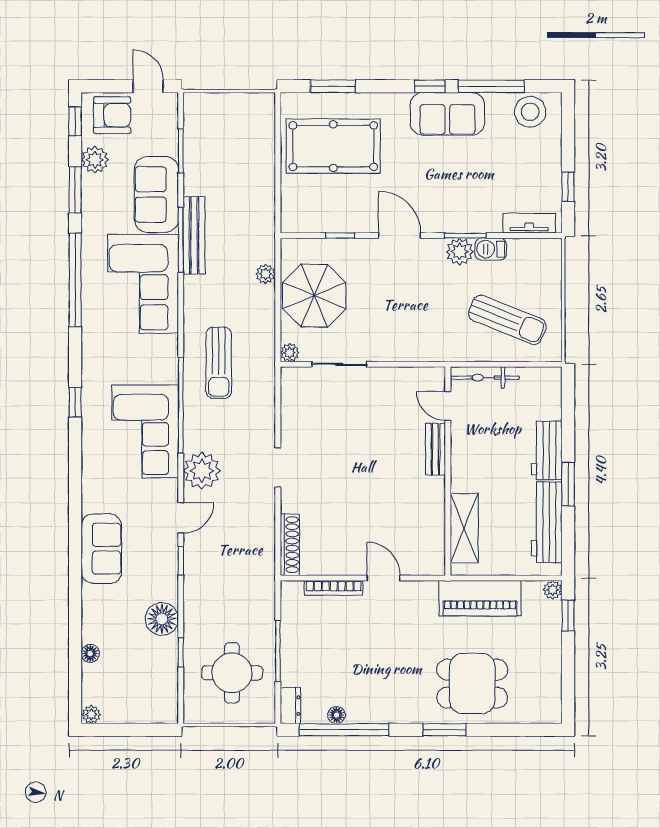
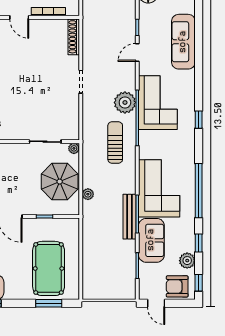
pool table: (333, 146) -> (49, 268), turned 90
window: (75, 190) -> (199, 243), width x0.67
plant: (202, 471) -> (125, 102), moved
sofa: (101, 549) -> (183, 42), width x1.36

